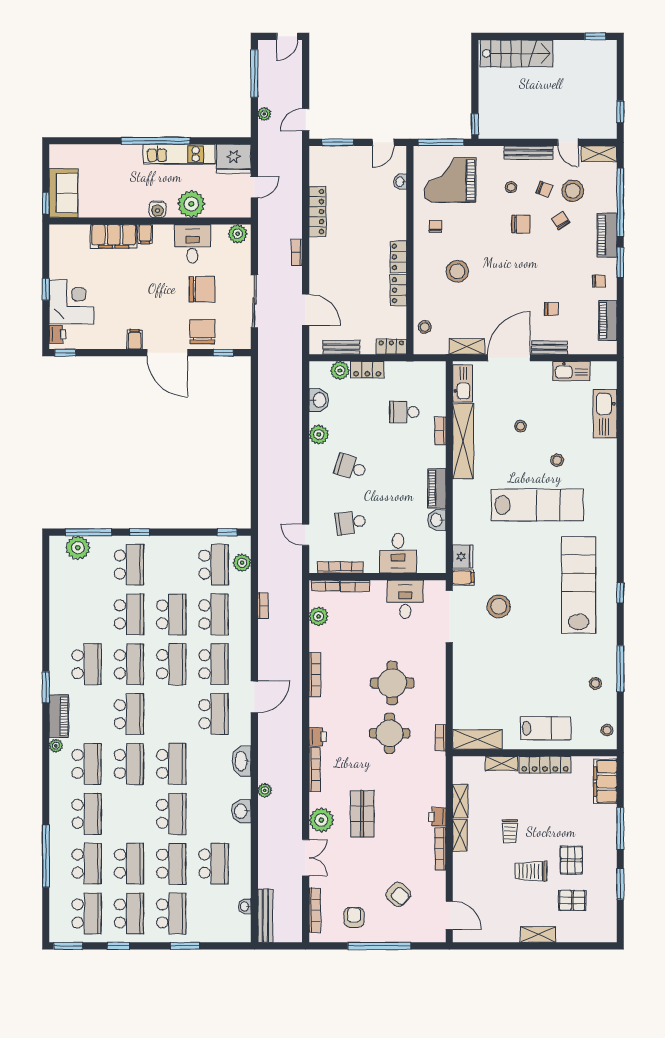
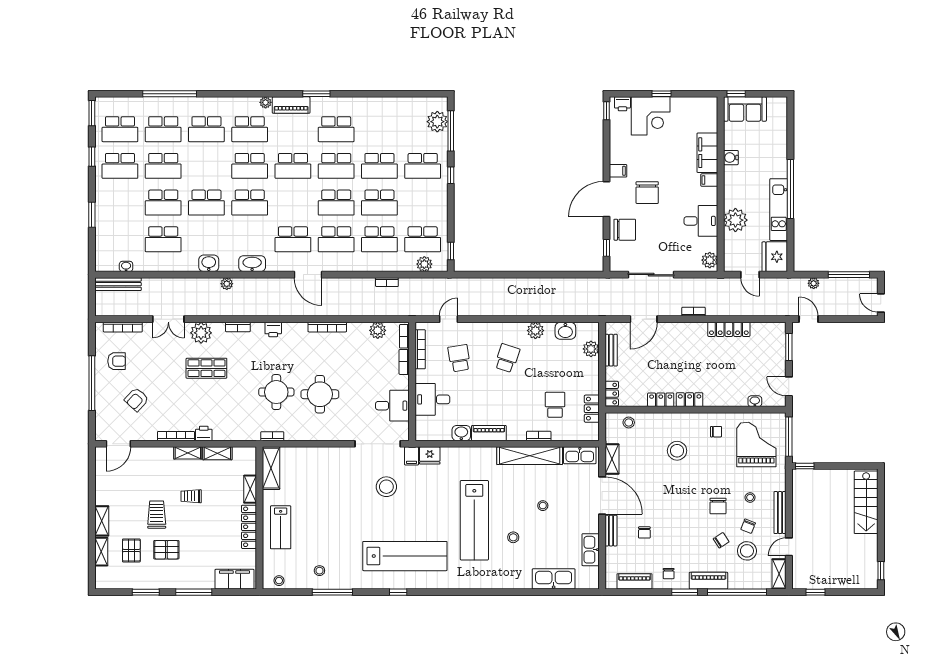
water cooler: (157, 209) -> (731, 158), moved
chair: (202, 289) -> (647, 193), moved
locker: (367, 370) -> (592, 409), moved
bookcase: (315, 770) -> (238, 327), width x0.64
school desk: (171, 913) -> (120, 203), removed
shelving: (574, 935) -> (101, 552), added

